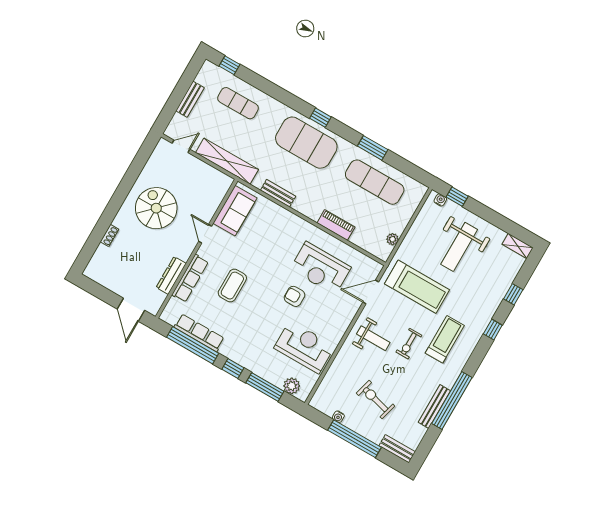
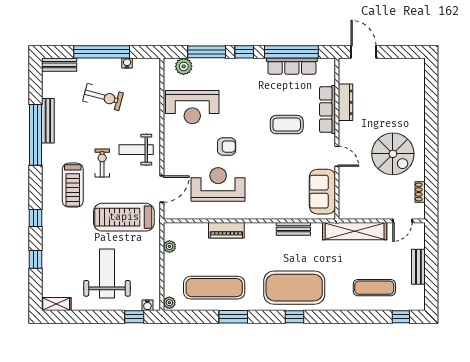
plant: (420, 191) -> (169, 303), added
shoe rack: (109, 235) -> (420, 192), moved
coffee table: (232, 286) -> (287, 125), turned 90

